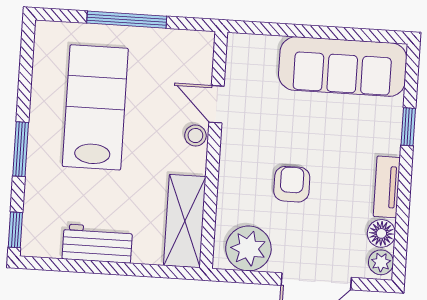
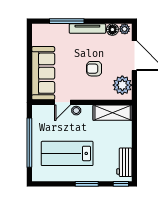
window: (127, 20) -> (29, 143), width x1.46
sofa: (343, 67) -> (43, 73), moved
window: (408, 127) -> (67, 21), width x2.17
tv unit: (387, 187) -> (87, 29), width x1.41
workbench: (97, 244) -> (124, 162), moved

